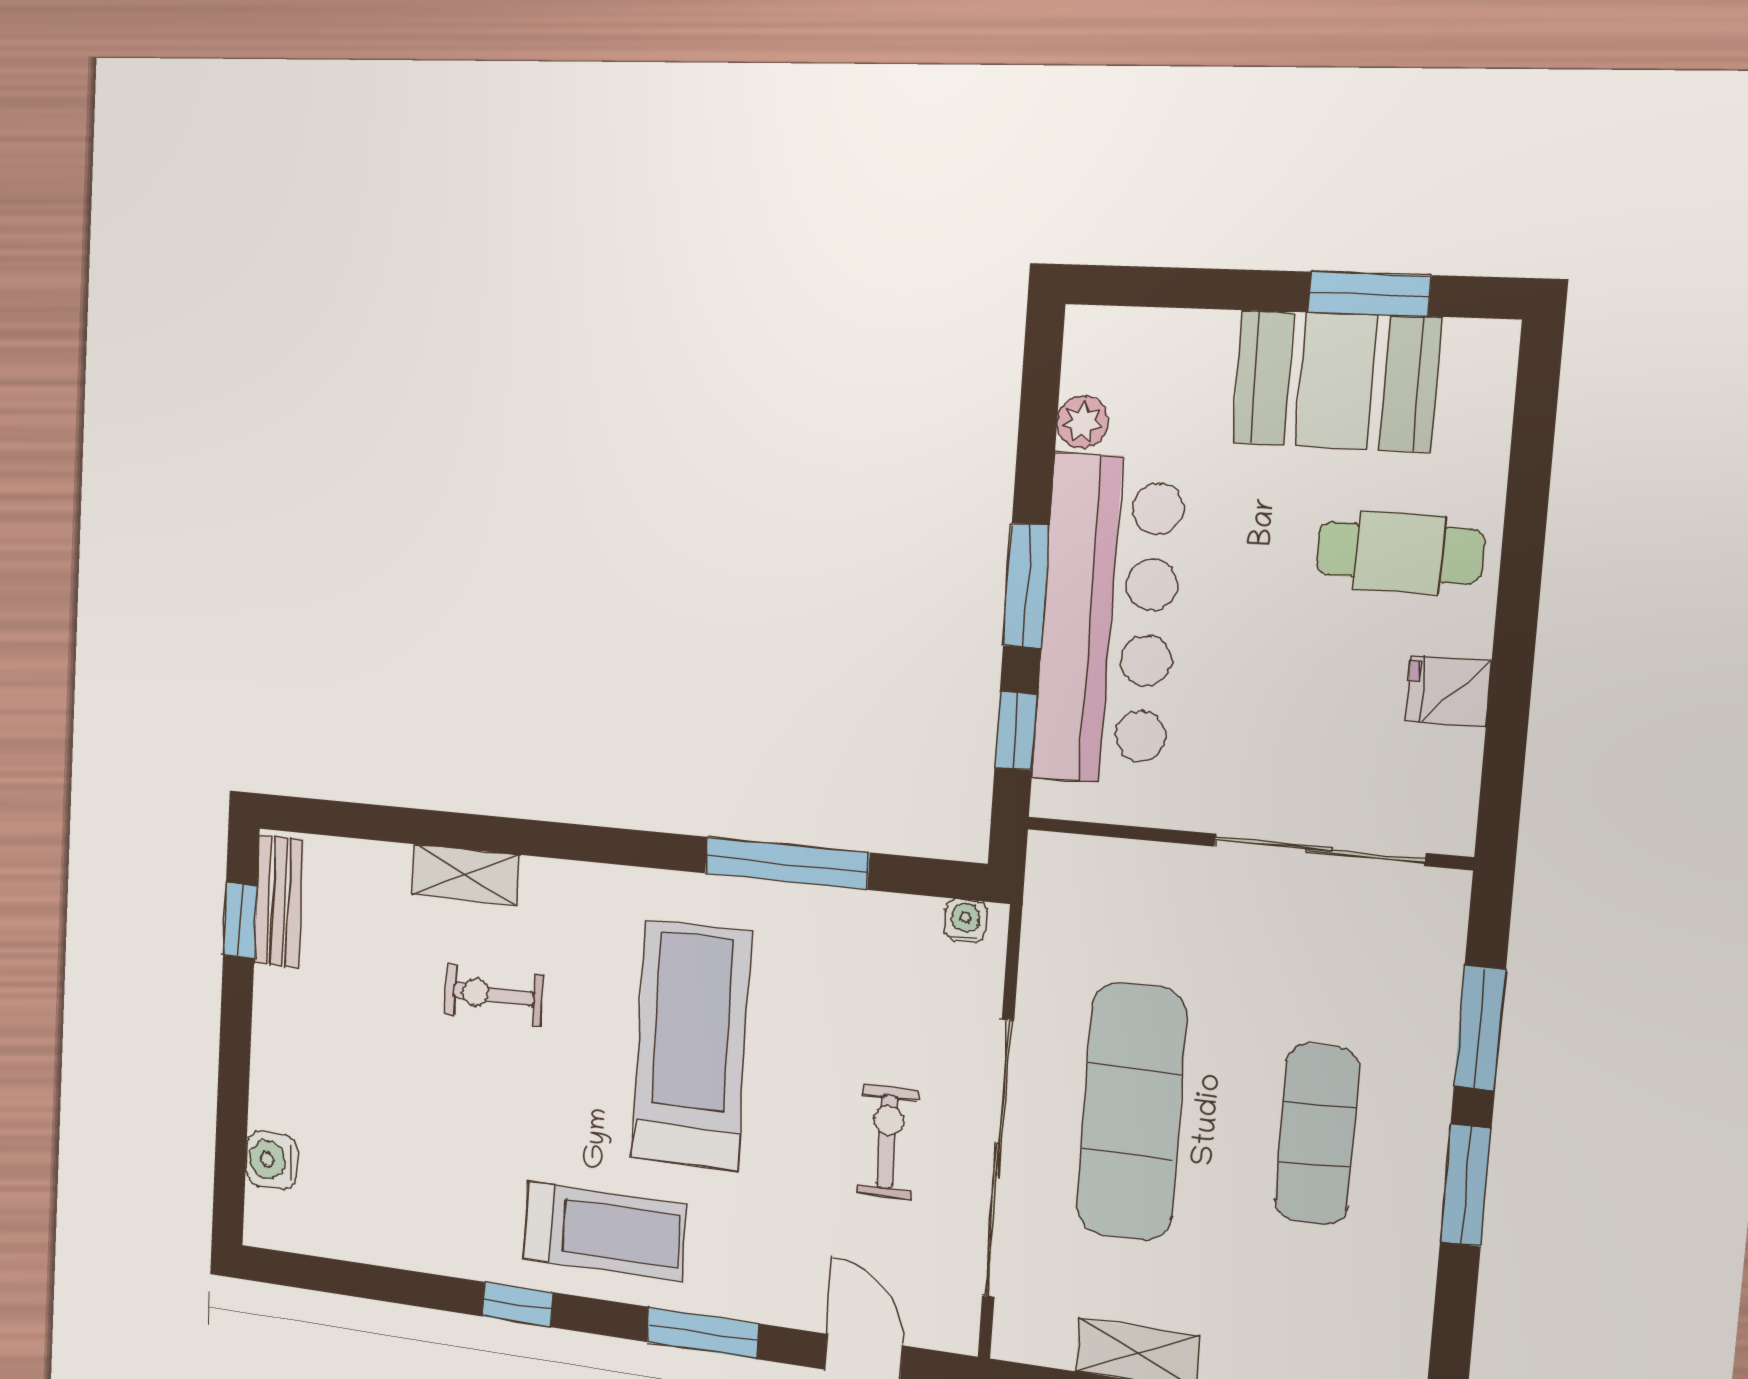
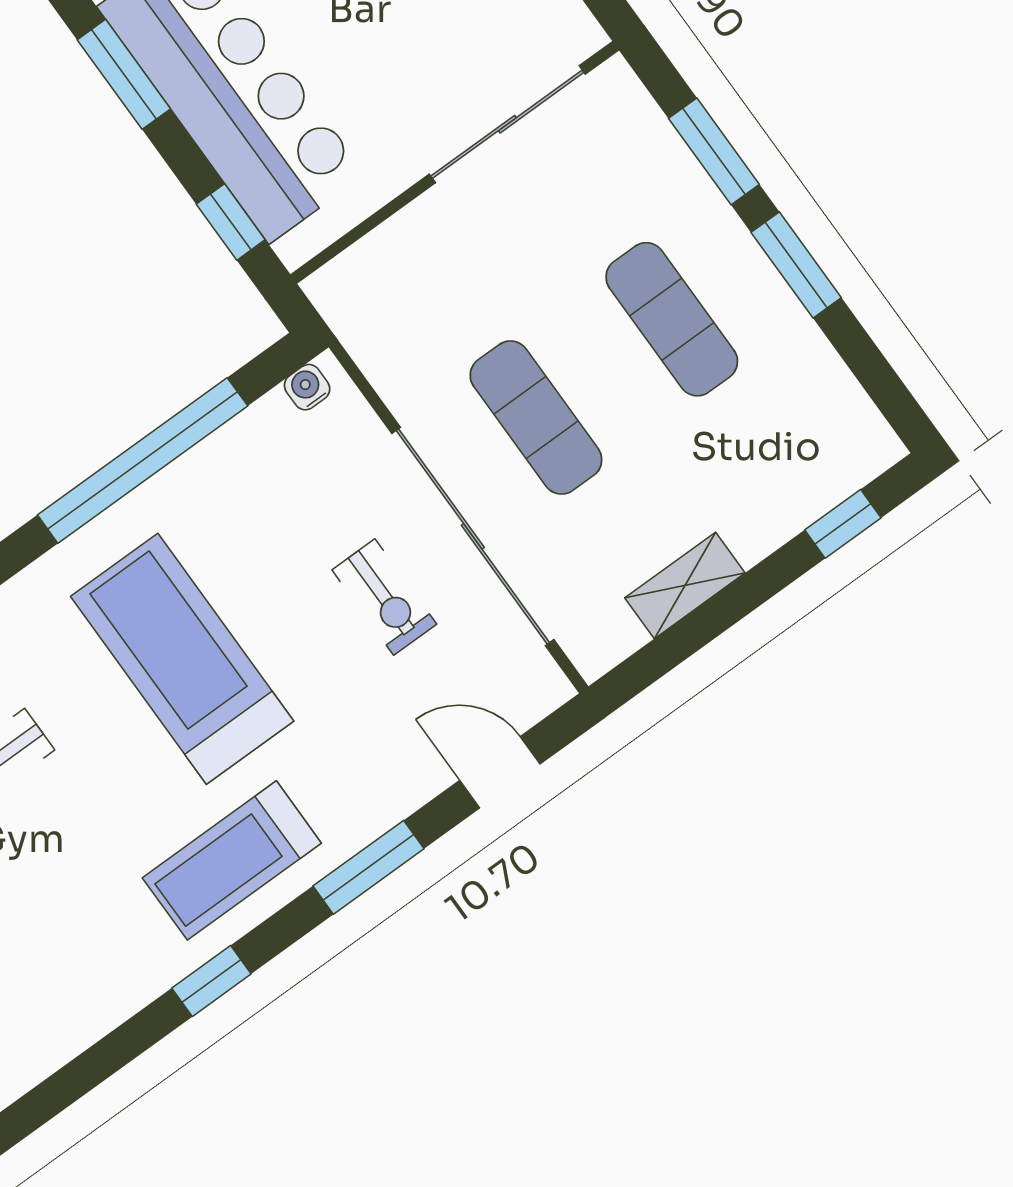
window: (1026, 586) -> (124, 74), moved
window: (787, 863) -> (143, 460), width x1.46
exercise mat: (1132, 1112) -> (536, 418), width x0.73, depth x0.69
exercise bike: (887, 1141) -> (384, 597), turned 180
treadmill: (605, 1231) -> (232, 860), turned 180

